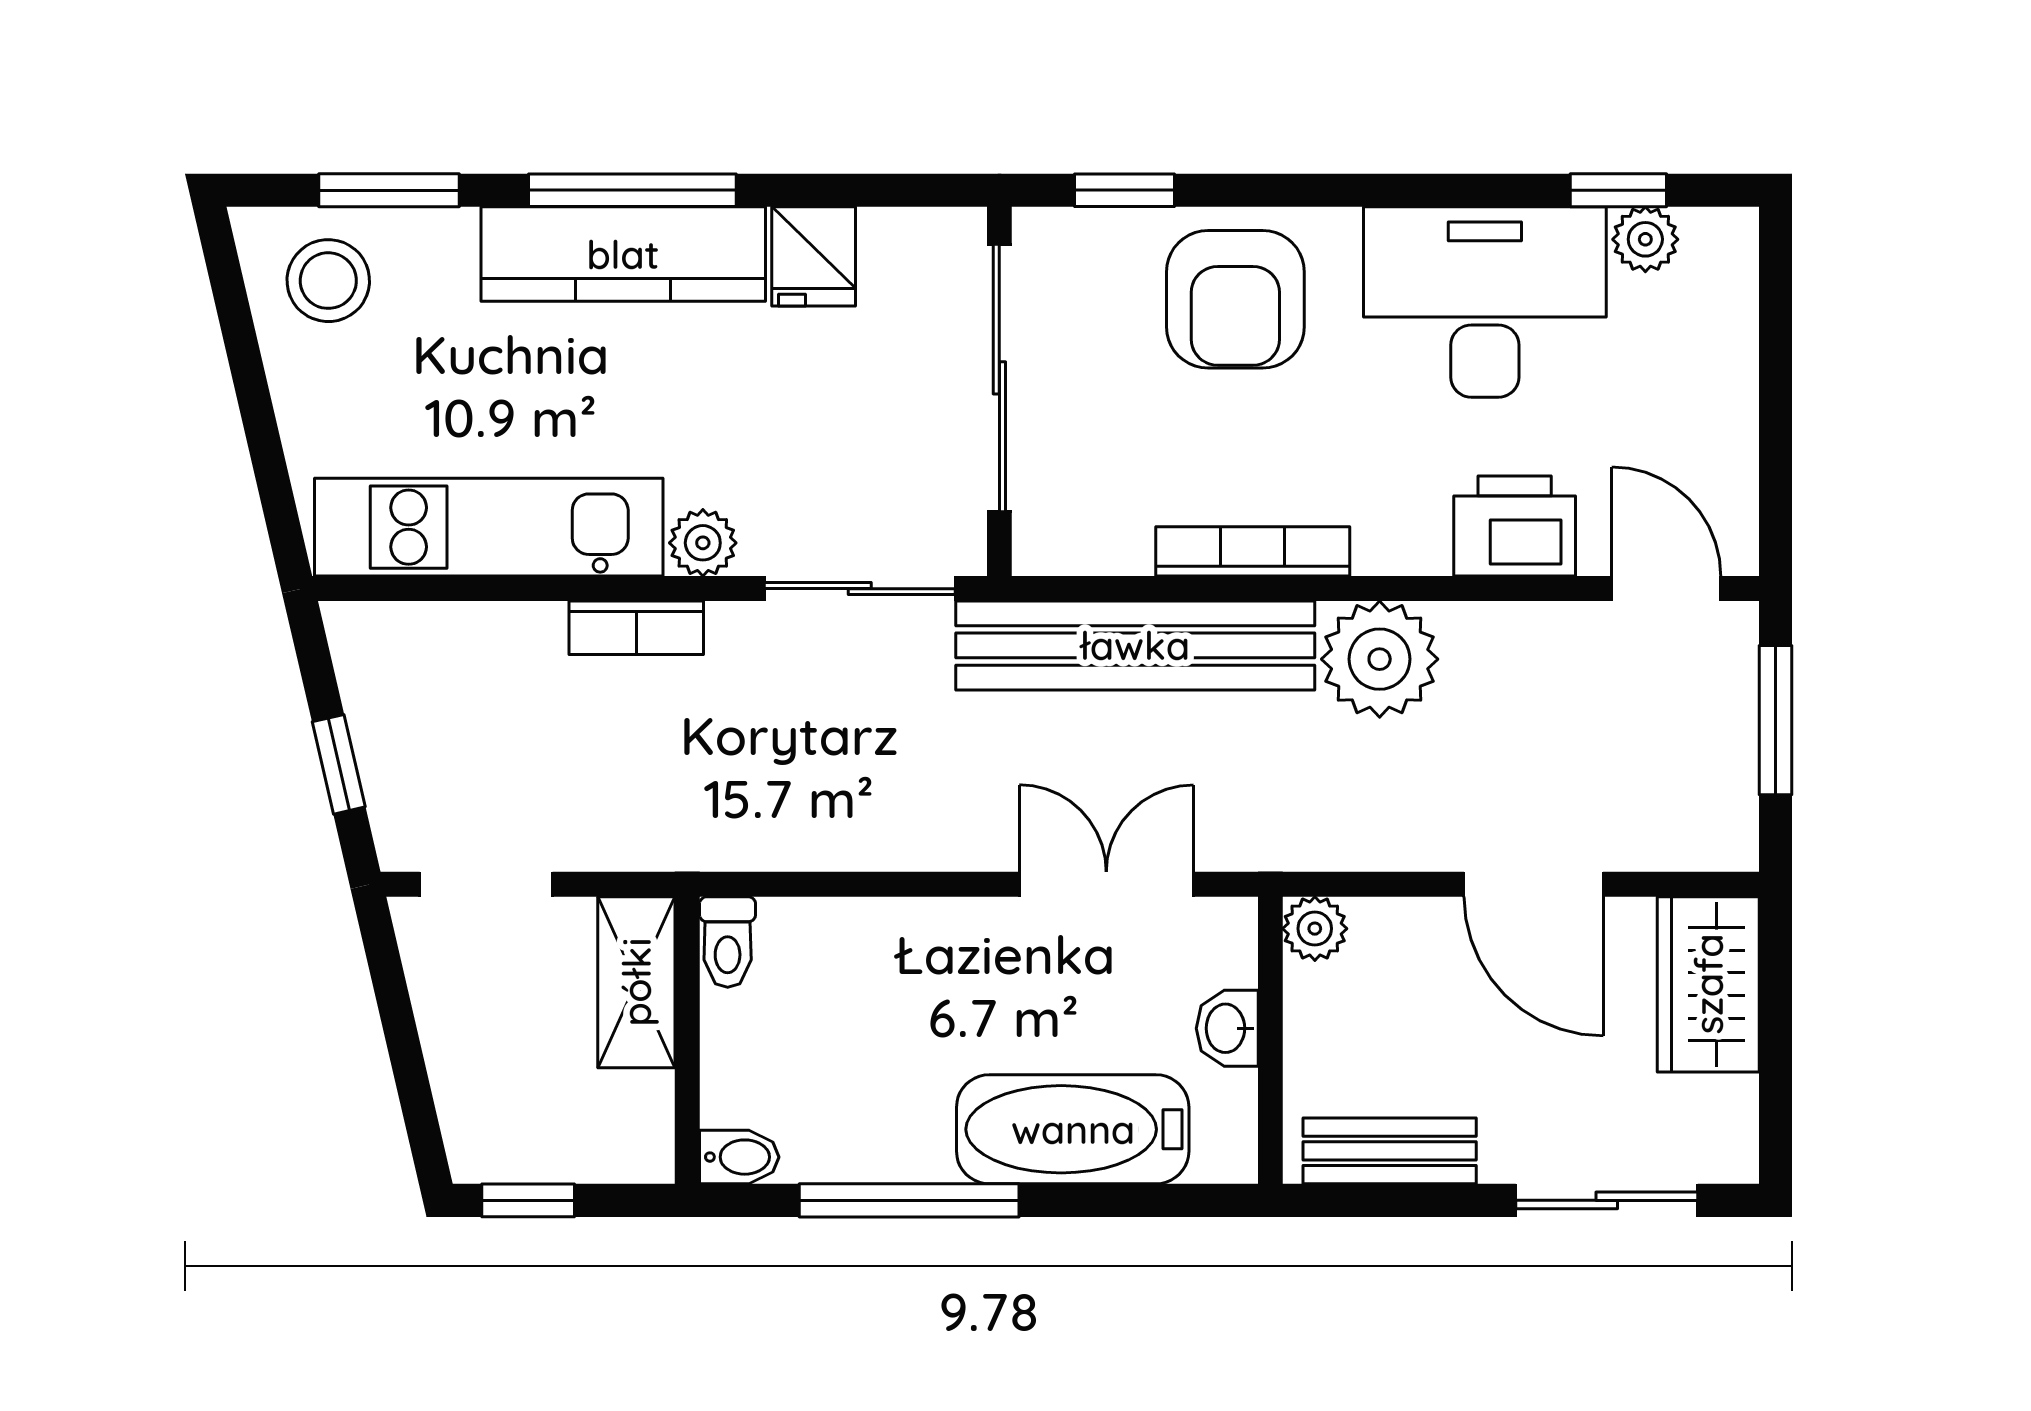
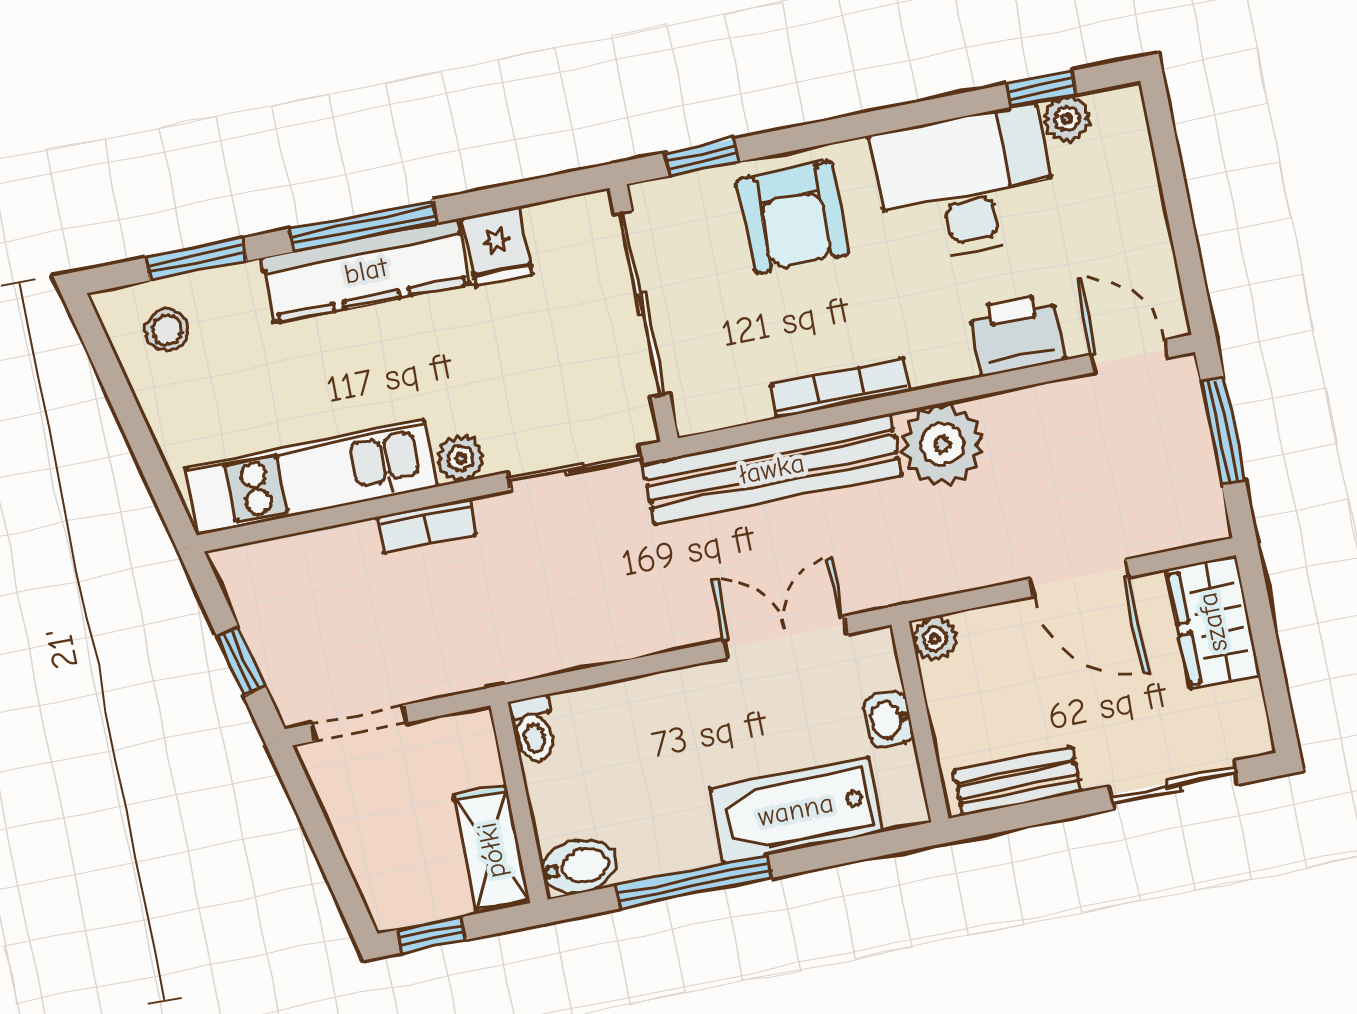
stool: (328, 281) -> (167, 330), width x0.73, depth x0.73
shelving: (636, 982) -> (492, 850), moved
bidet: (739, 1157) -> (579, 867), width x1.38, depth x1.36

